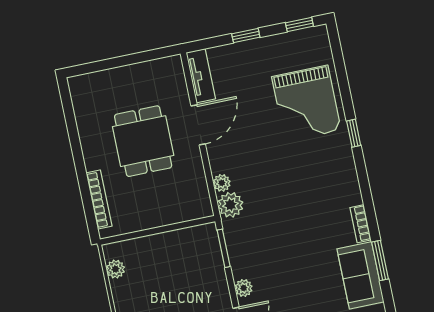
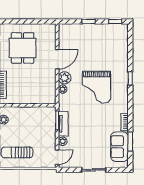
tv unit: (201, 76) -> (63, 124), moved
grand piano: (306, 103) -> (96, 87), moved
dining table: (143, 141) -> (23, 48), moved
plant: (230, 205) -> (65, 78), moved

